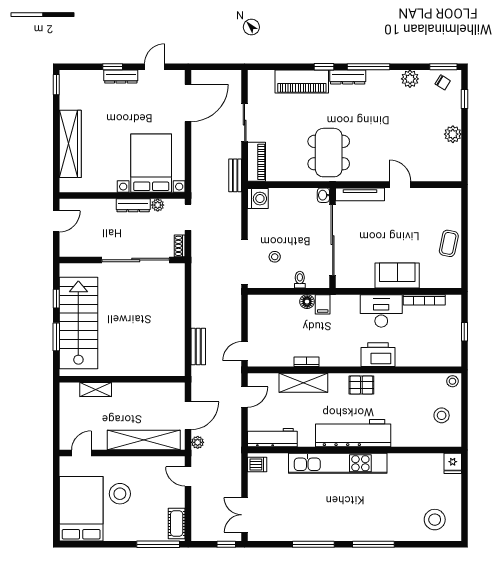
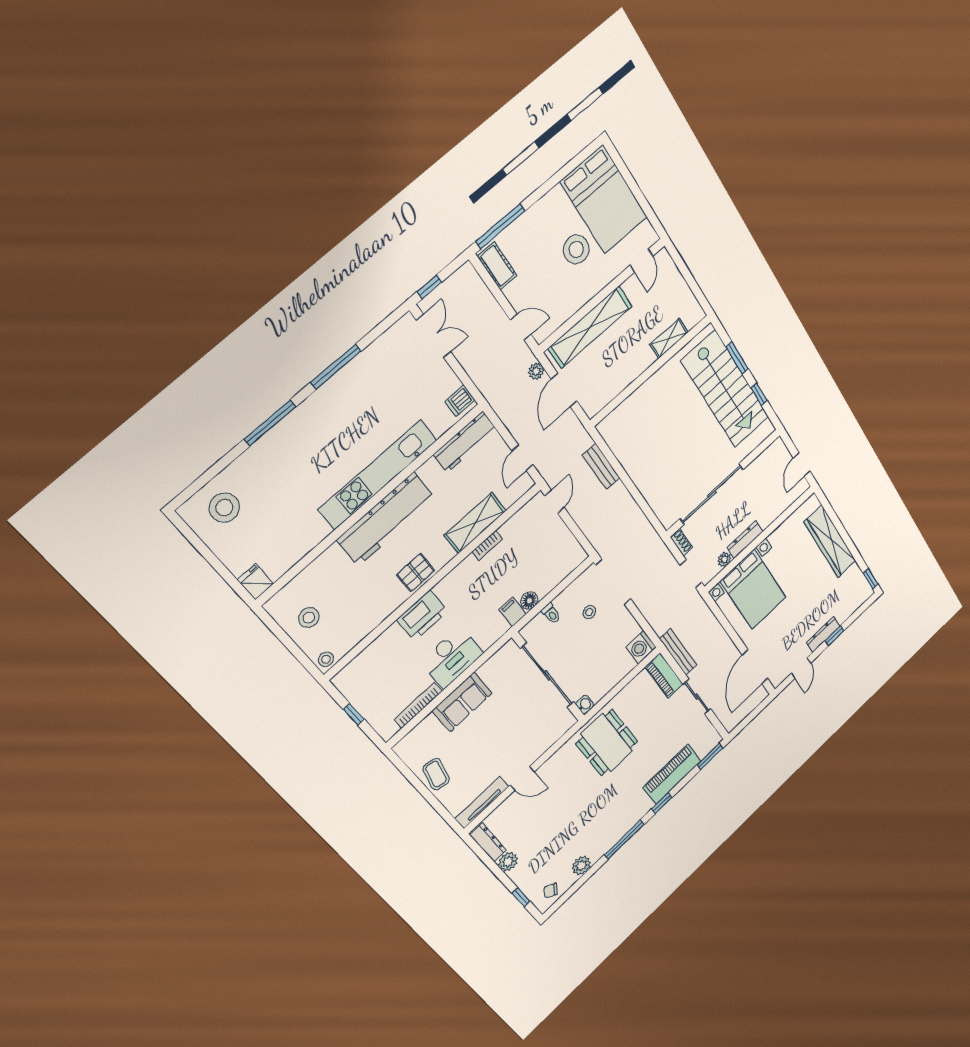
window: (443, 67) -> (710, 756), moved
dresser: (348, 77) -> (488, 842), moved, turned 90
bench: (235, 175) -> (678, 652), width x1.36
tv unit: (360, 194) -> (482, 803), moved

